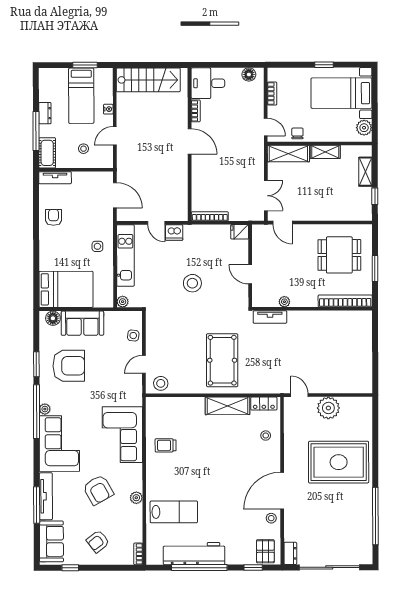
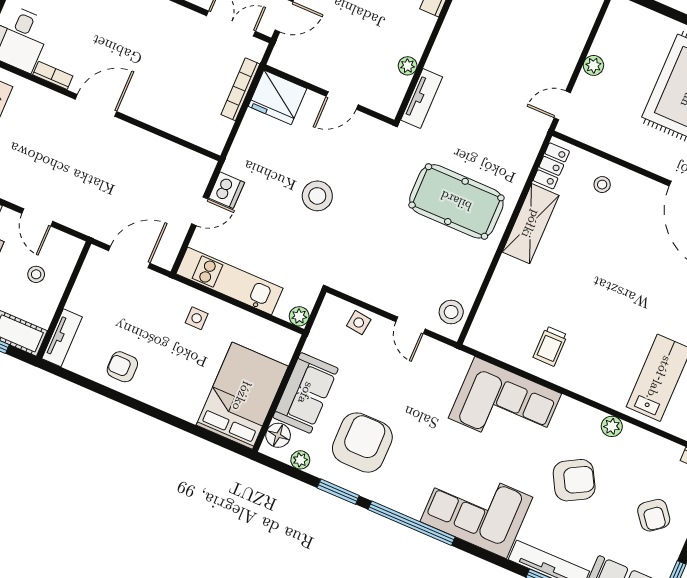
bookcase: (210, 216) -> (240, 89), moved
fridge: (240, 232) -> (277, 97), width x1.88, depth x1.34
plant: (328, 408) -> (593, 65), width x0.53, depth x0.53
plant: (45, 409) -> (300, 460), moved

